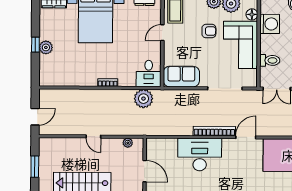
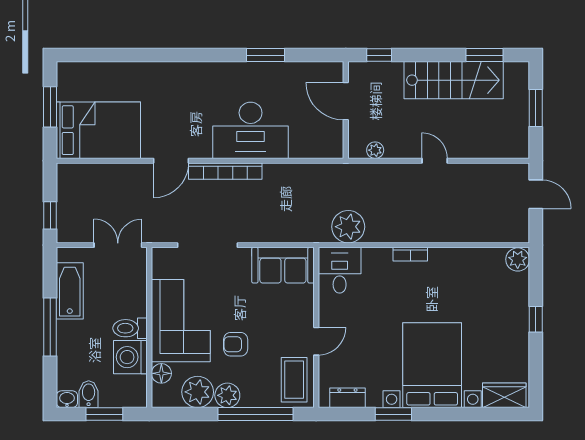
plant: (46, 47) -> (518, 259), moved
toilet: (270, 60) -> (130, 328), moved
door: (35, 117) -> (536, 194), swing flipped

